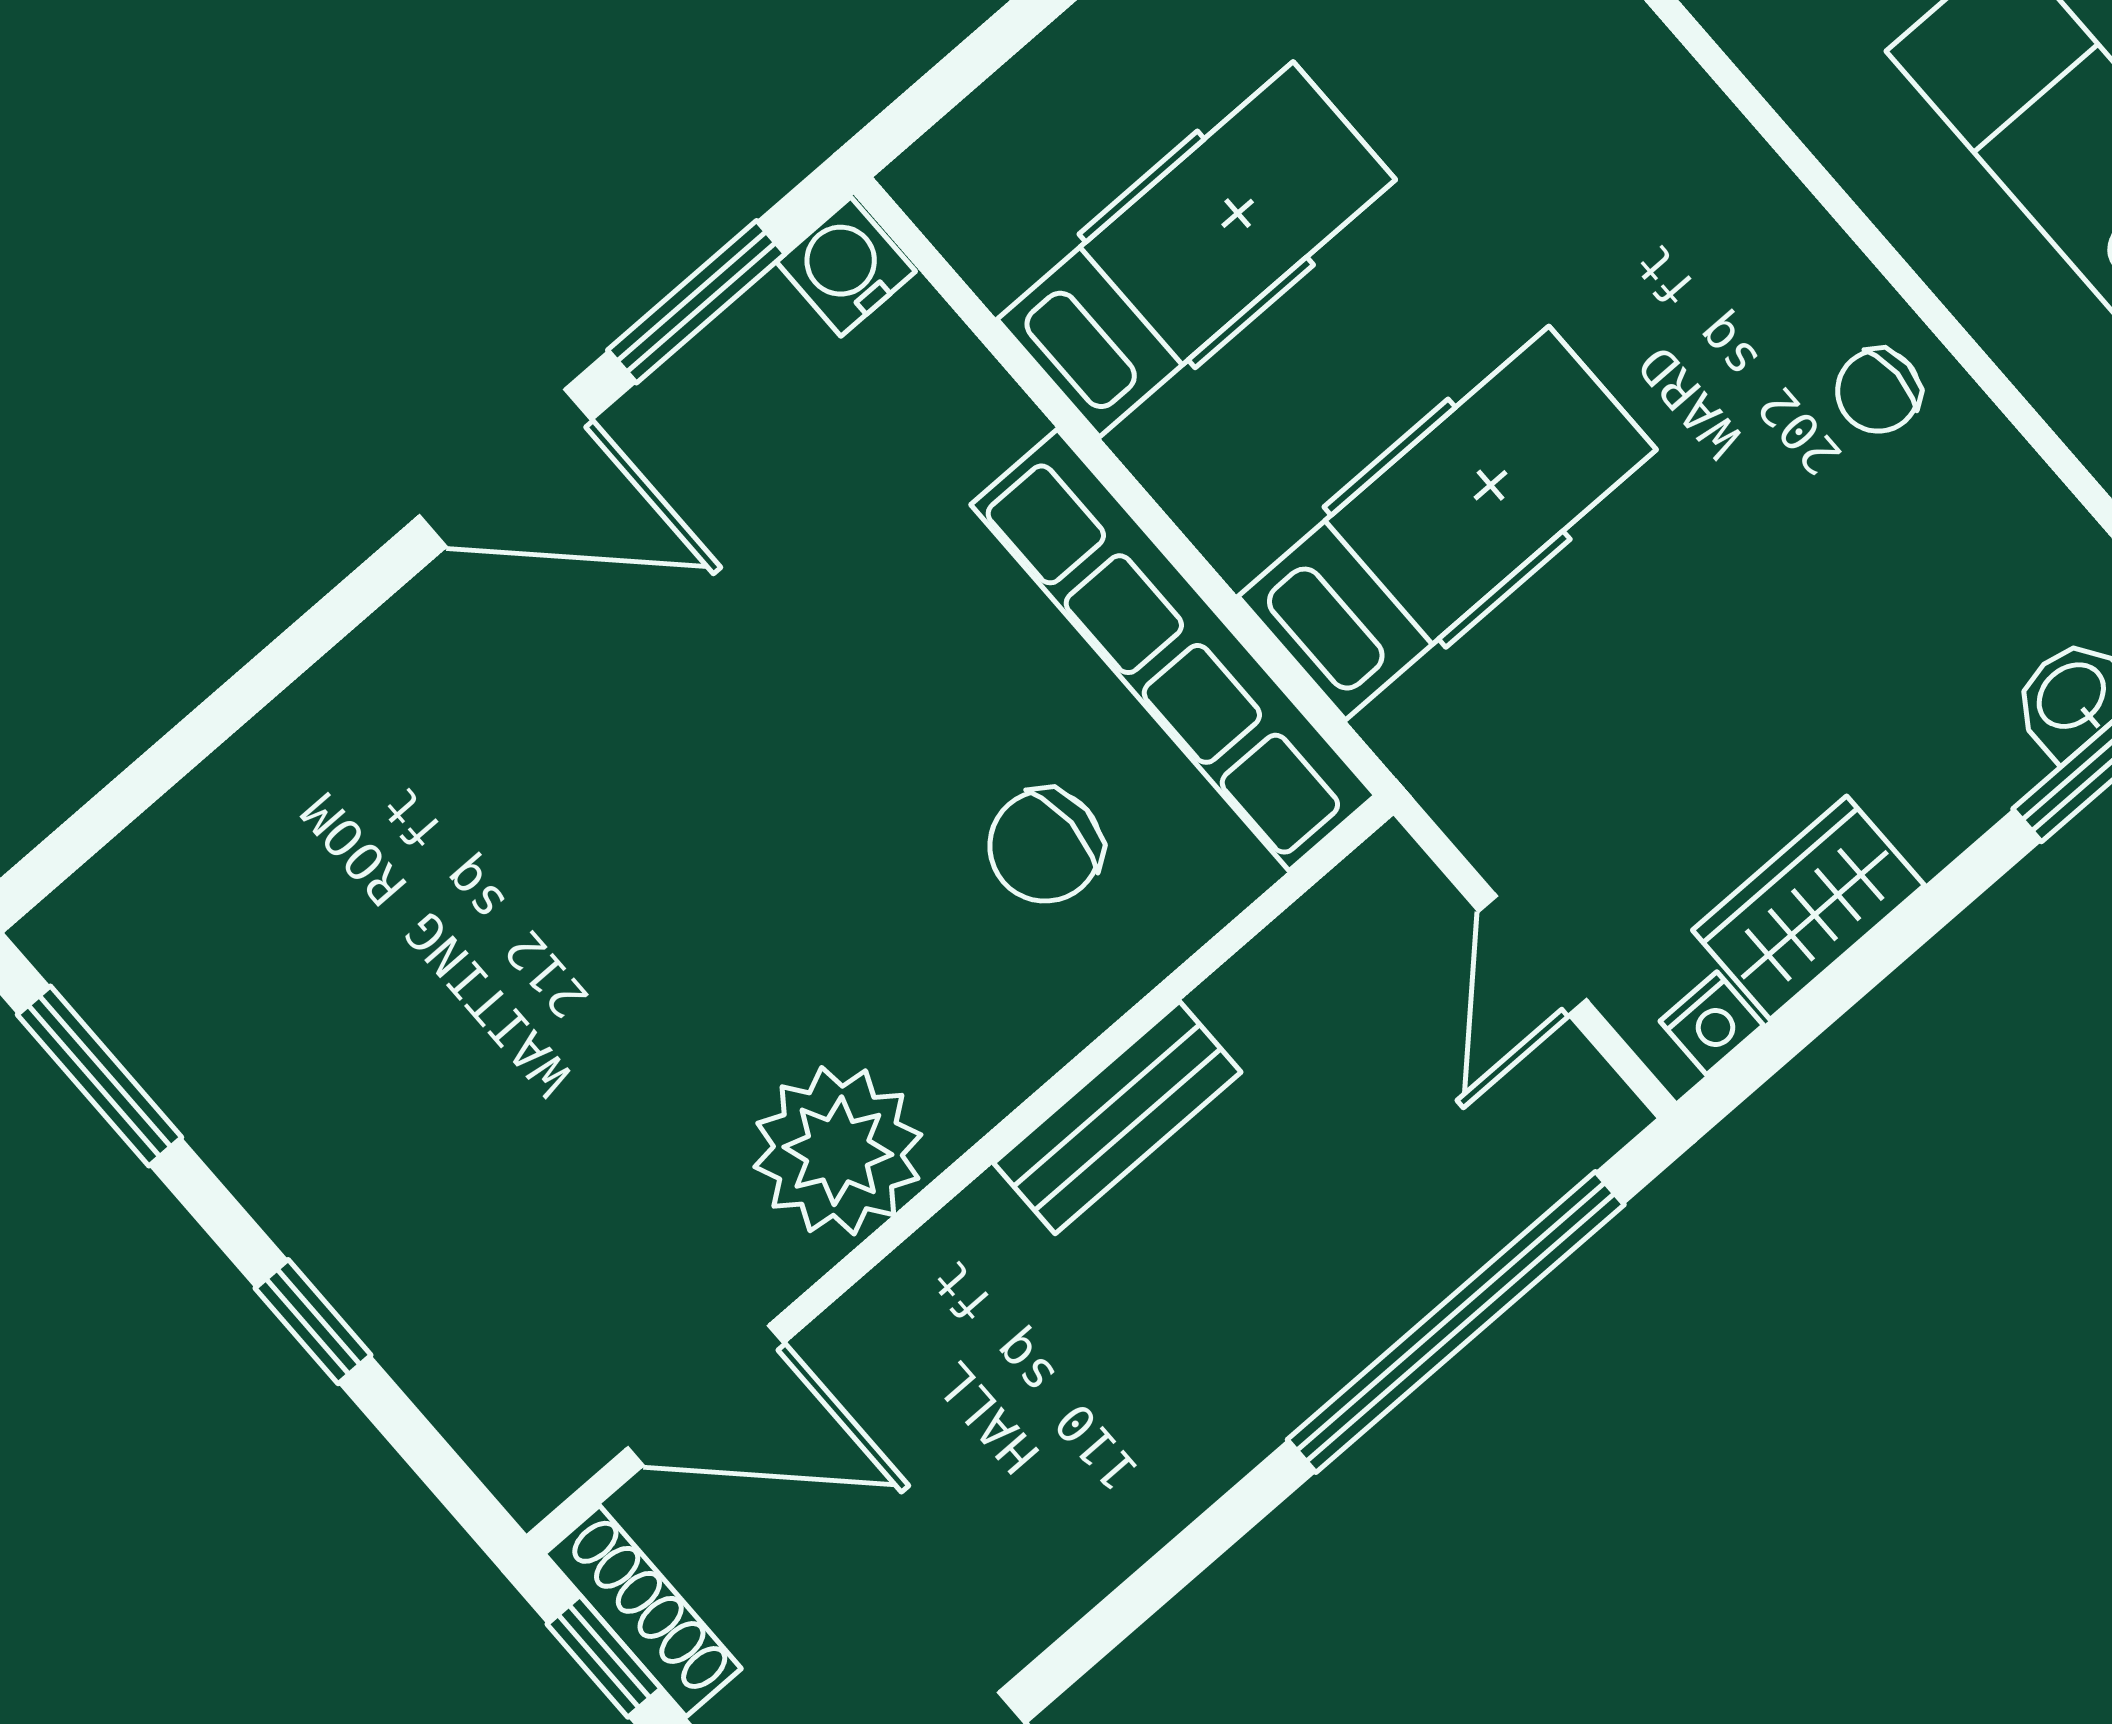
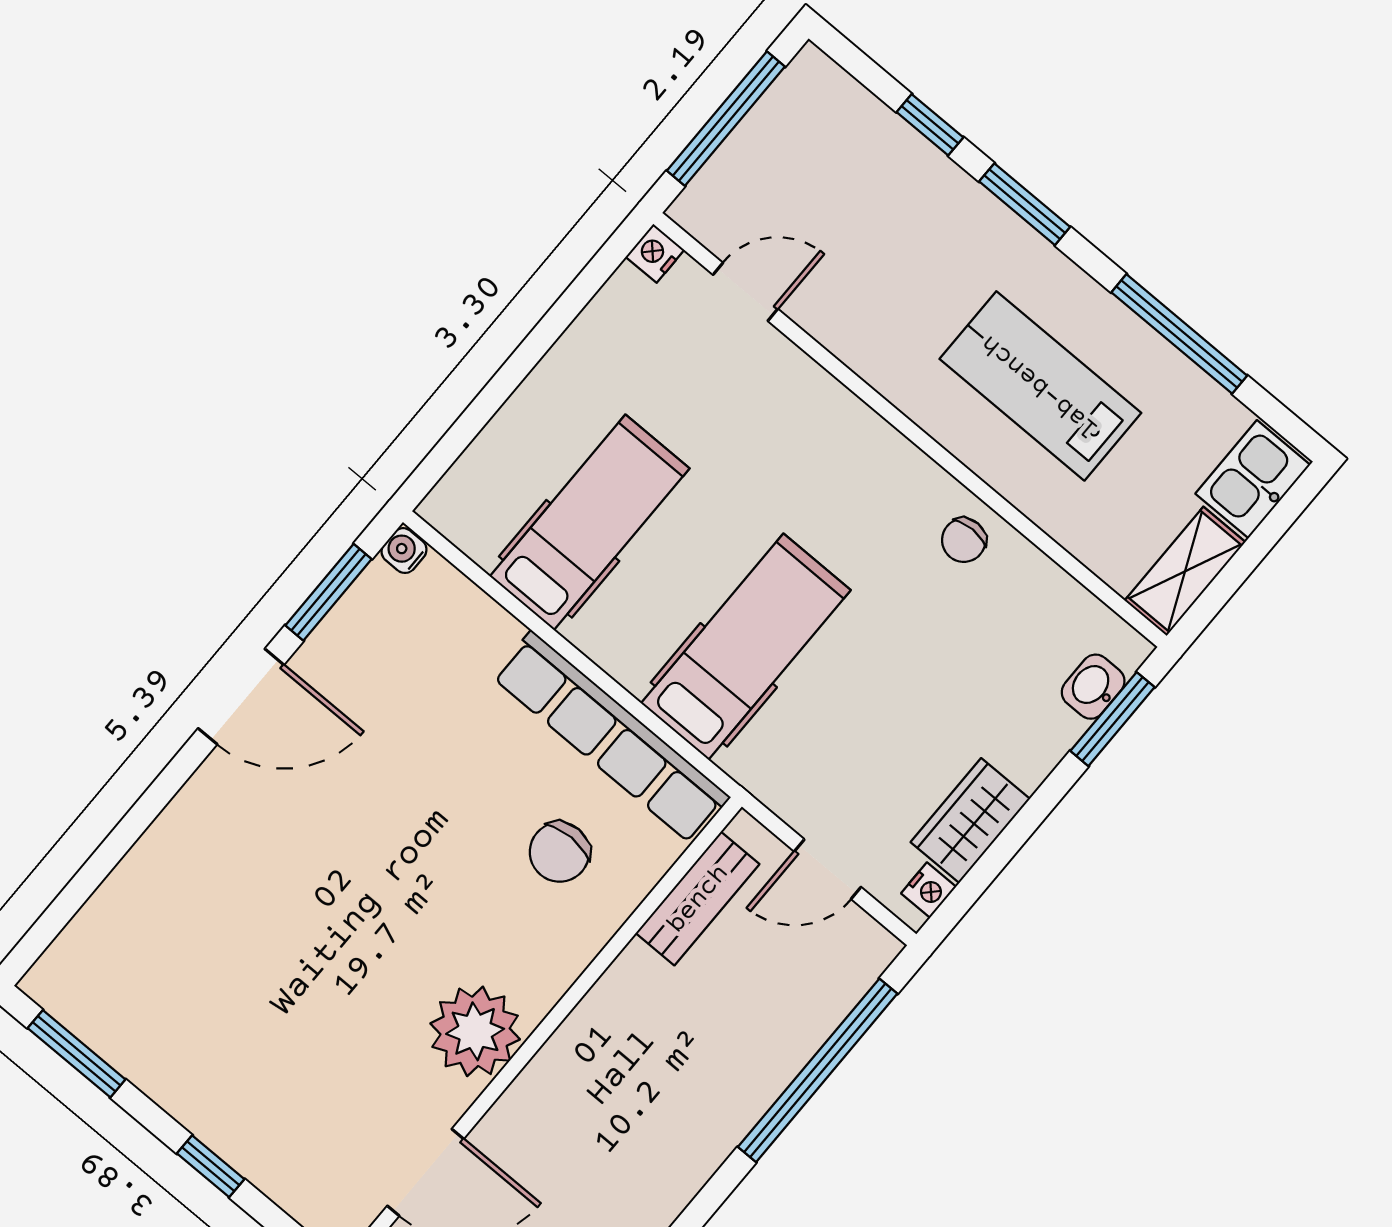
water cooler: (846, 267) -> (404, 551), width x0.72, depth x0.72
door: (1533, 956) -> (828, 869), hinge flipped
bench: (1117, 1118) -> (698, 899), moved

